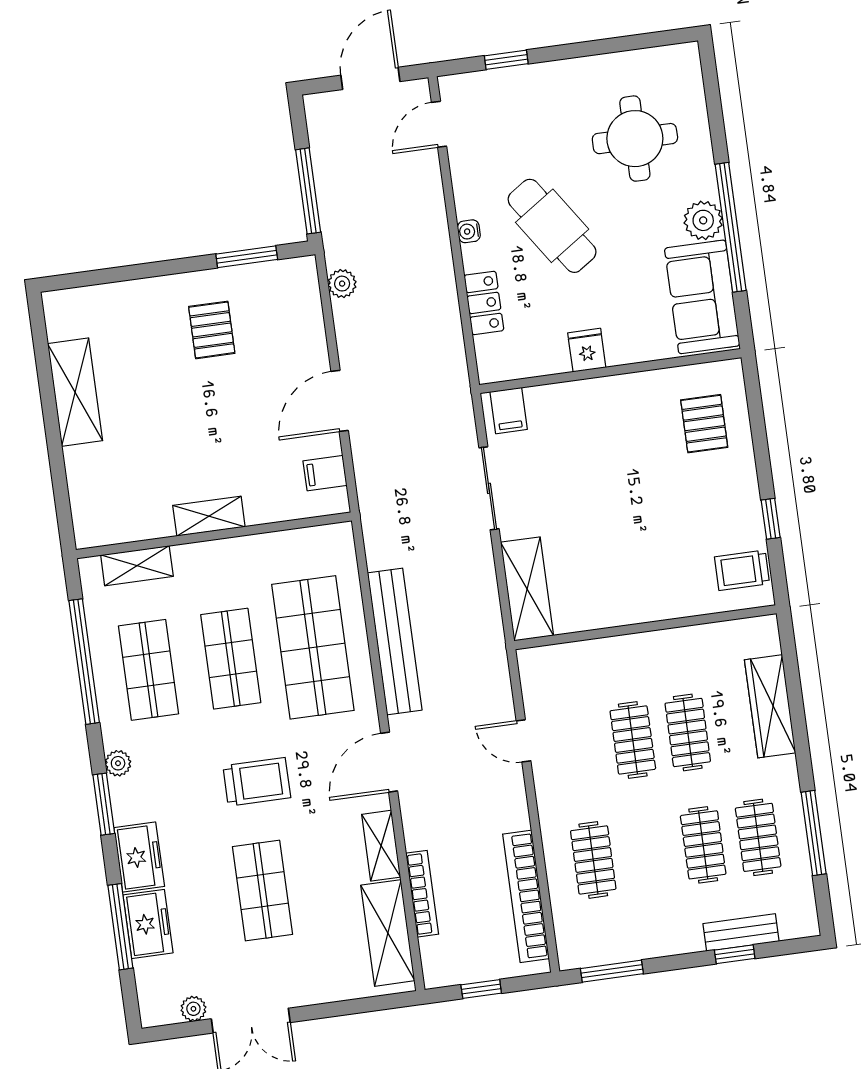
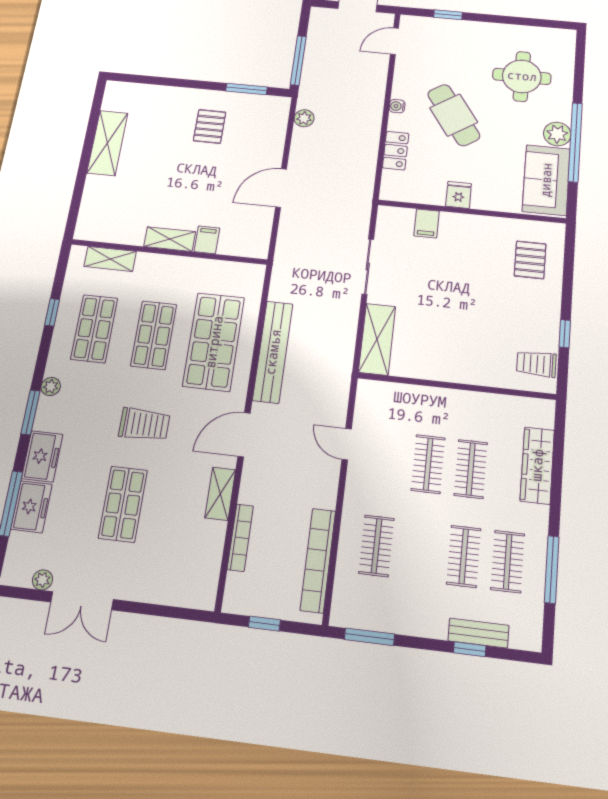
filing cabinet: (509, 411) -> (427, 223), moved
filing cabinet: (325, 473) -> (207, 240), moved, turned 90
window: (84, 662) -> (52, 312), width x0.32
shelving: (388, 933) -> (206, 561), removed

